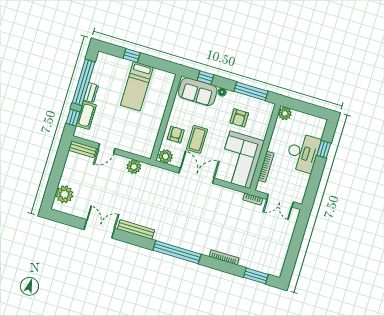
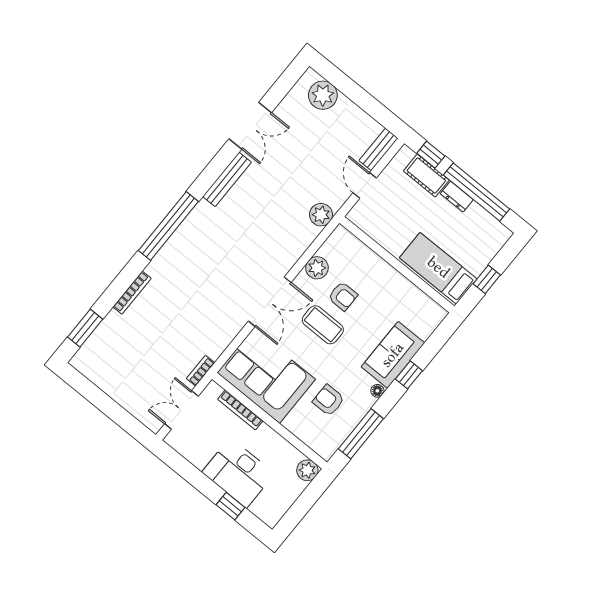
wall: (166, 117) -> (397, 265), moved

